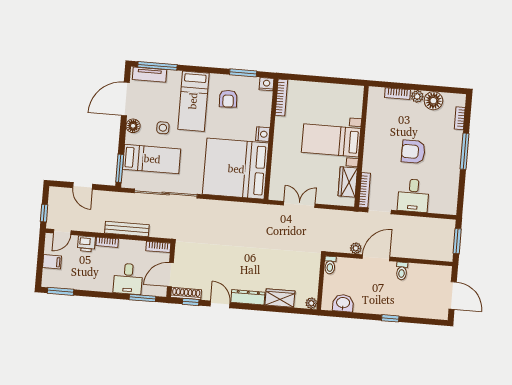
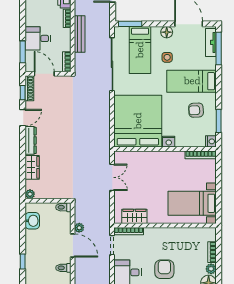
bed with nightstands: (331, 140) -> (192, 203), moved, turned -90

